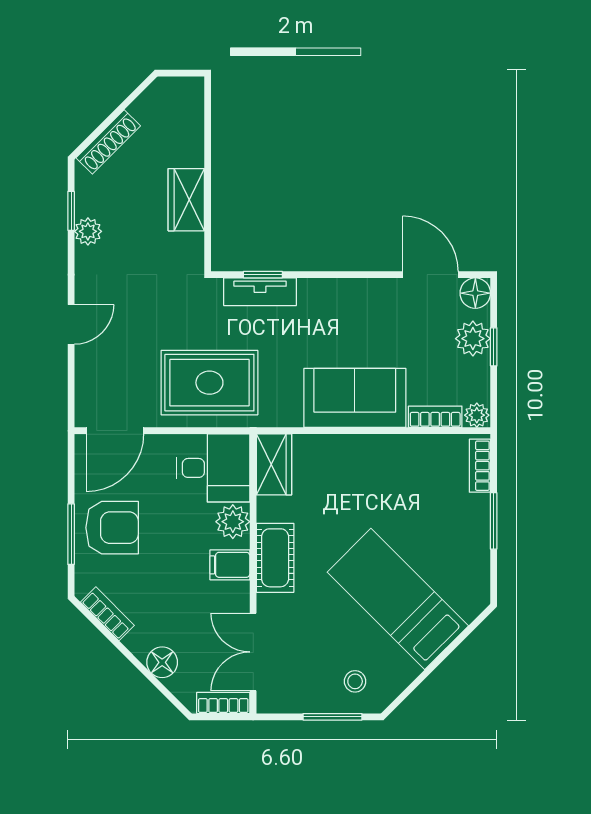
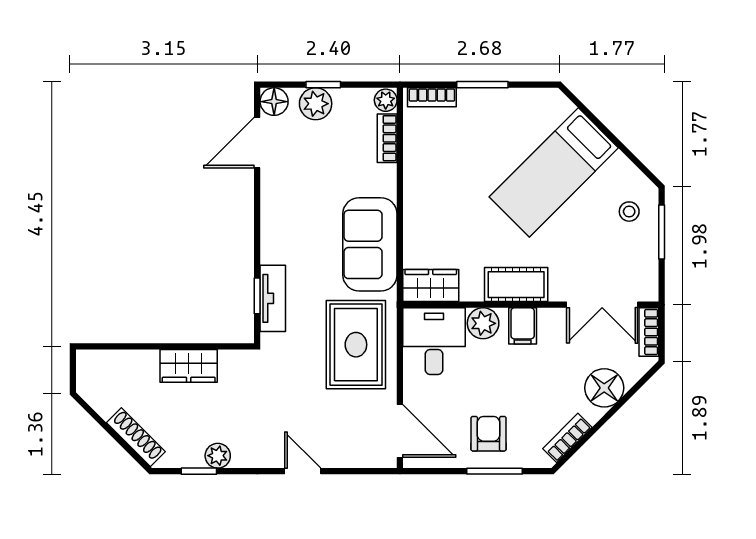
sofa: (355, 398) -> (370, 244), moved
armchair: (112, 528) -> (489, 434), width x0.72, depth x0.72
floor lamp: (162, 662) -> (604, 388), width x1.38, depth x1.38

